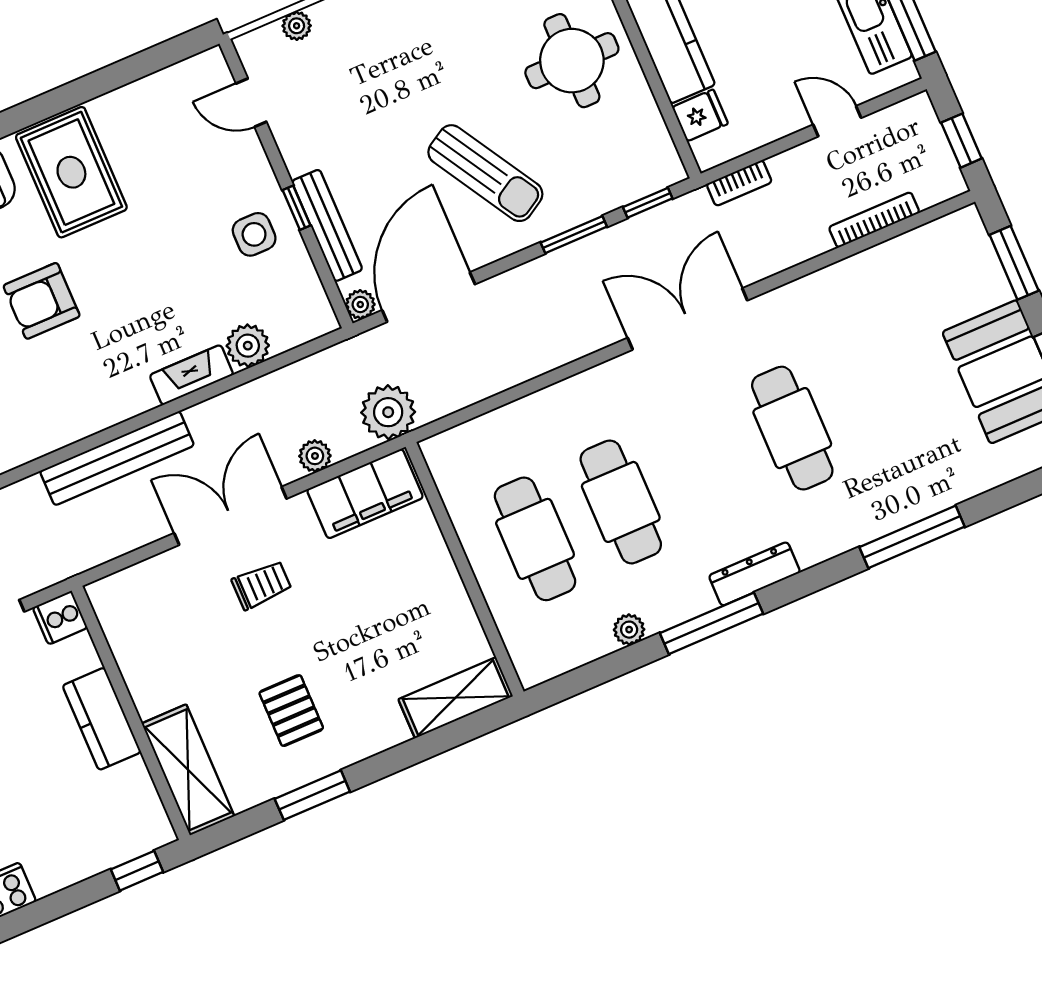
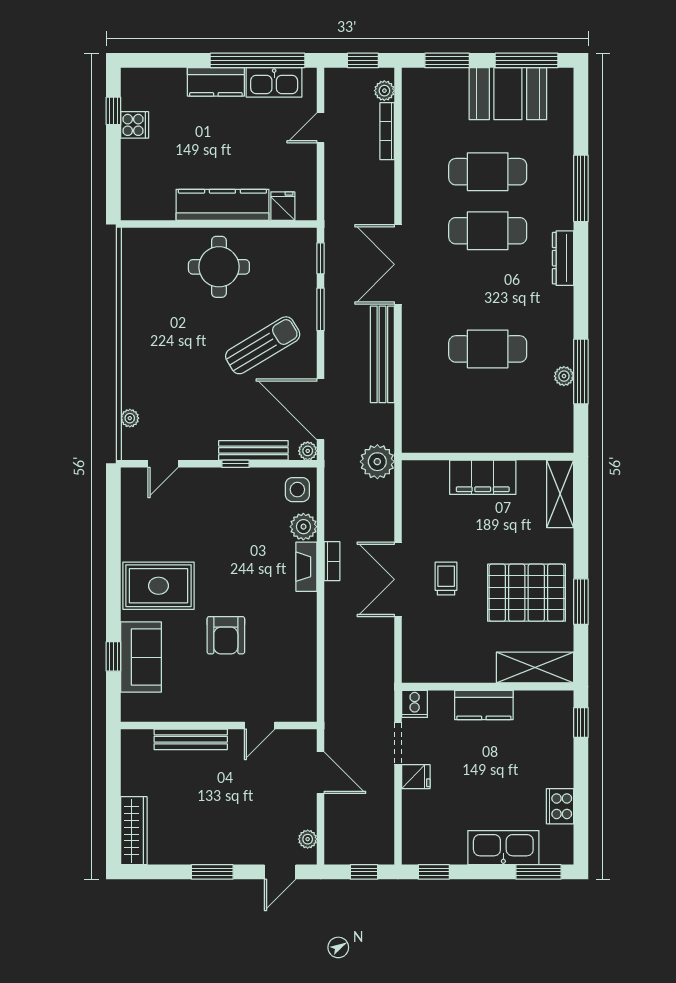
bookcase: (739, 183) -> (332, 561), moved
side table: (254, 234) -> (297, 490), moved
plant: (315, 456) -> (384, 91), moved
bench: (117, 458) -> (382, 354), moved
filing cabinet: (365, 494) -> (483, 477), moved, turned 90
cafe table: (535, 539) -> (488, 172), moved
dresser: (754, 574) -> (563, 258), moved
window: (711, 623) -> (581, 372), moved
pallet: (291, 711) -> (526, 593), width x2.05, depth x2.00

